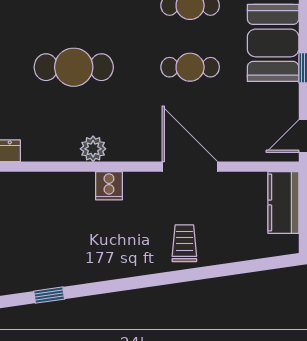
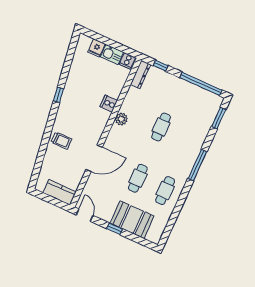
cafe table: (74, 67) -> (161, 127), width x0.73, depth x0.74
cooker: (109, 186) -> (109, 104), moved
window: (49, 295) -> (59, 95), moved

